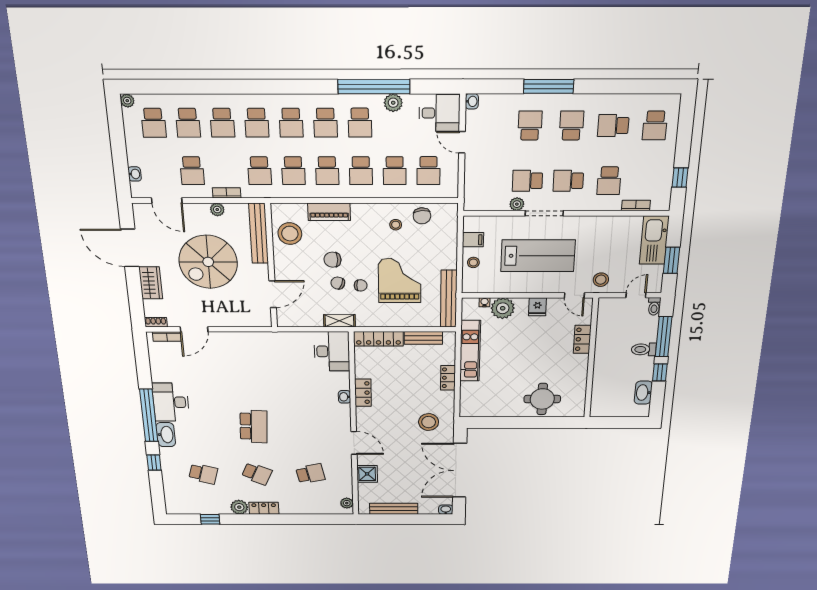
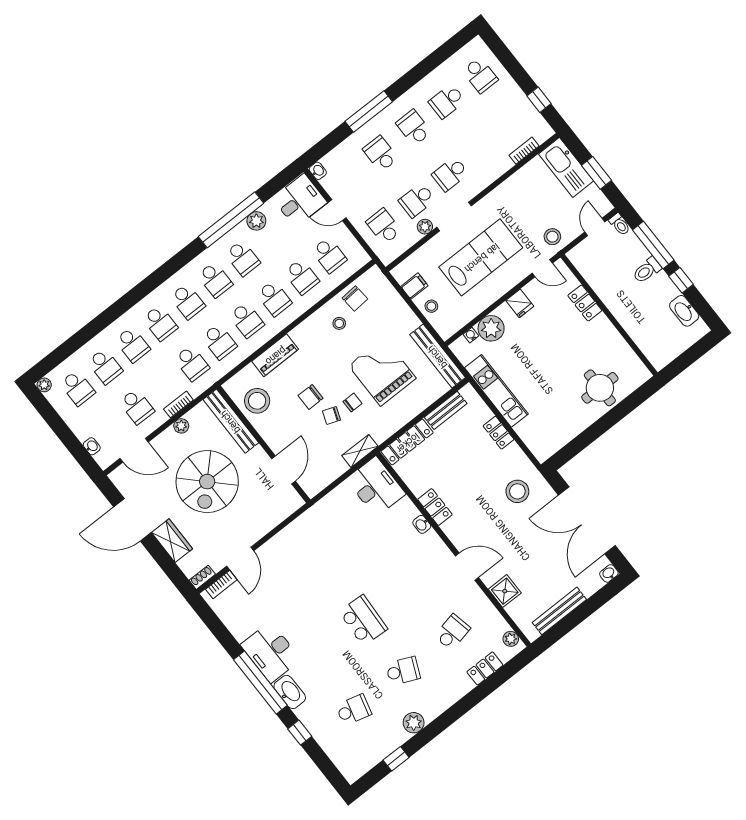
school desk: (609, 181) -> (384, 226), moved, turned 180
locker: (264, 508) -> (485, 668), moved

